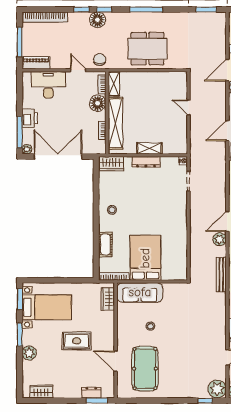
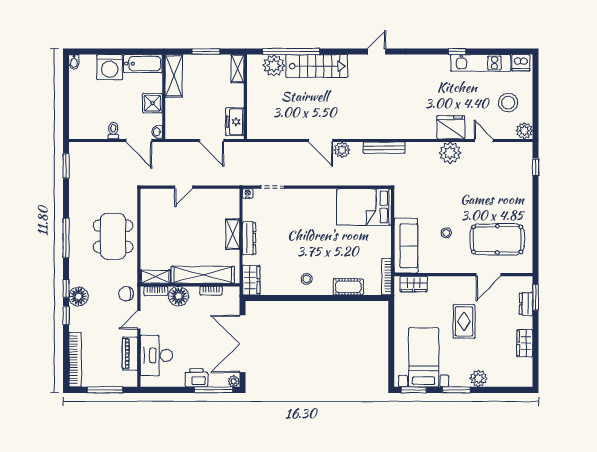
piano: (36, 63) -> (130, 354), moved
bed: (145, 258) -> (364, 207), moved
plant: (217, 389) -> (450, 153), moved
wardrobe: (41, 392) -> (525, 343), moved

